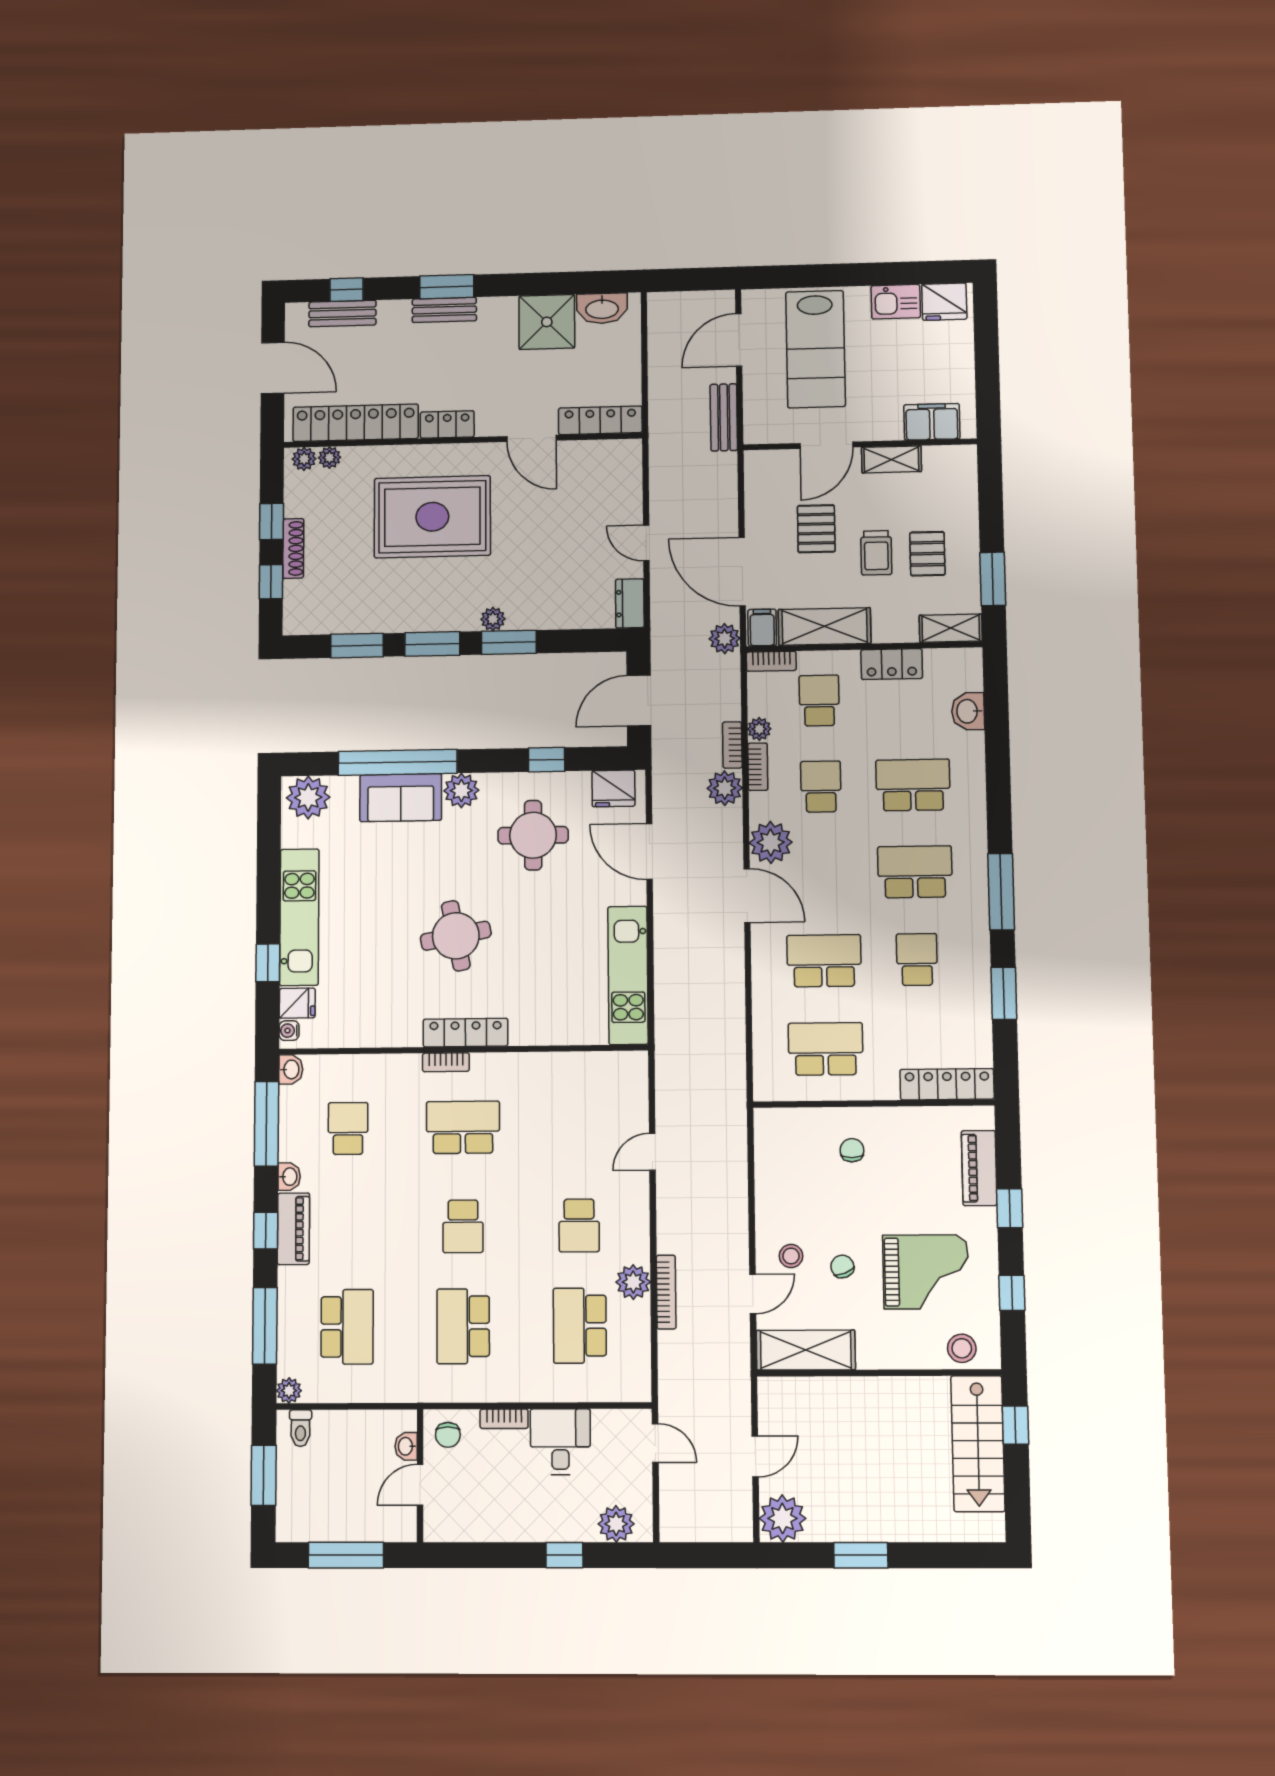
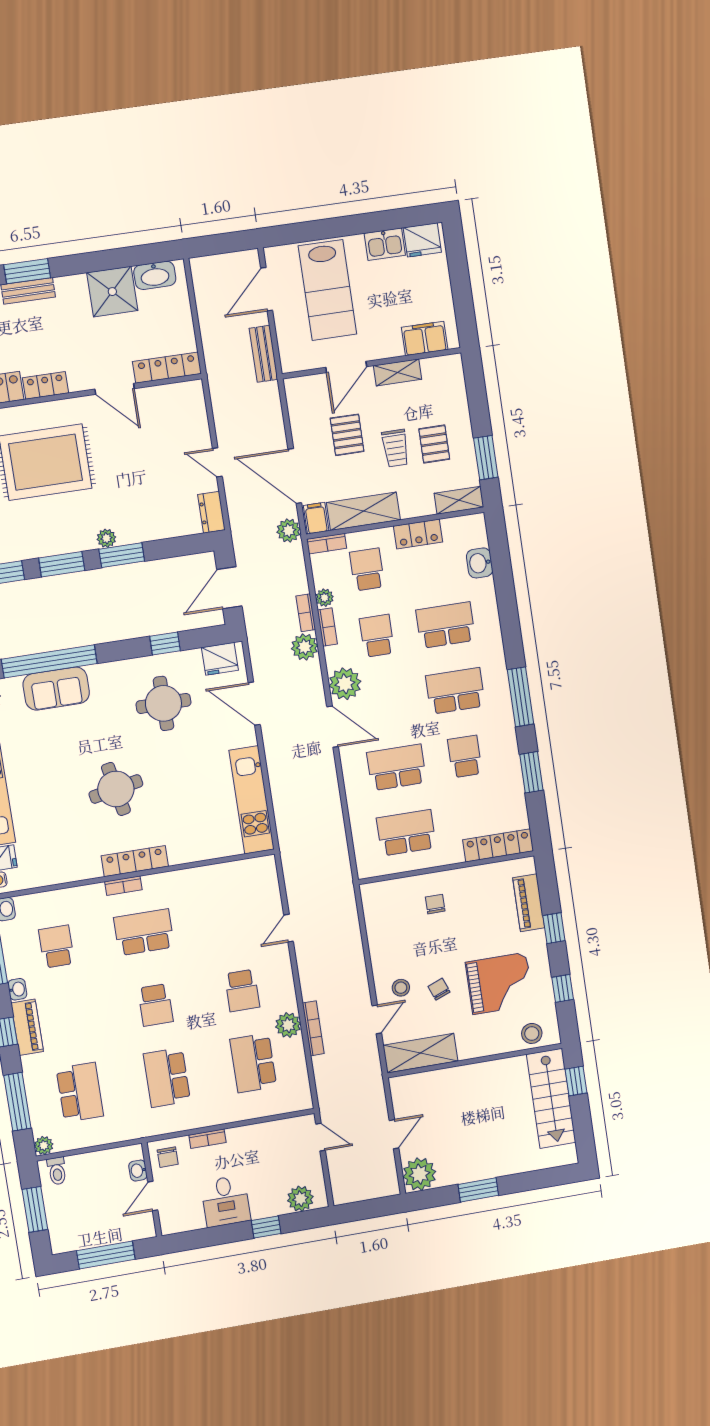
plant: (461, 790) -> (103, 676), removed
desk: (560, 1442) -> (226, 1201), moved, turned 180

